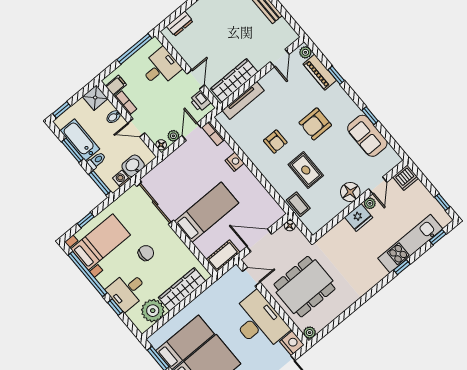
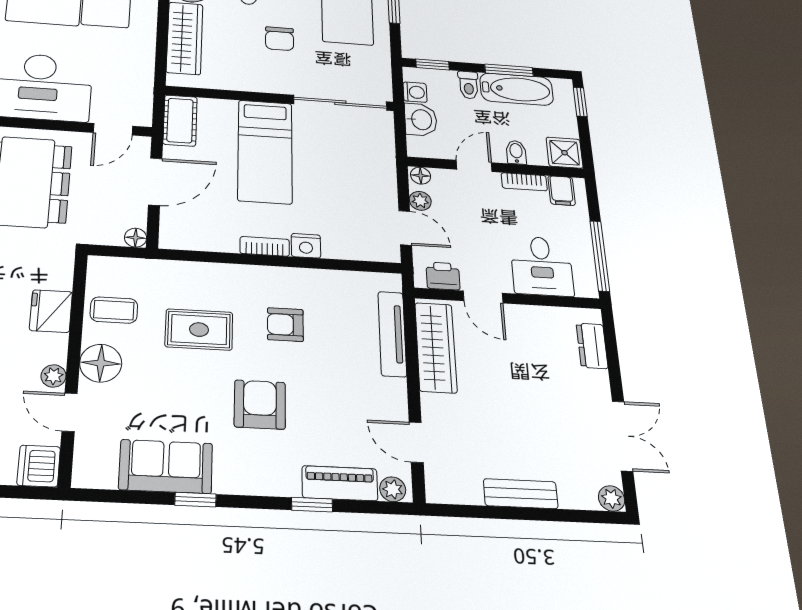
bookcase: (213, 133) -> (265, 246), moved
window: (100, 183) -> (433, 65), width x0.67
coffee table: (298, 204) -> (114, 310), moved
fridge: (359, 217) -> (51, 311), moved

